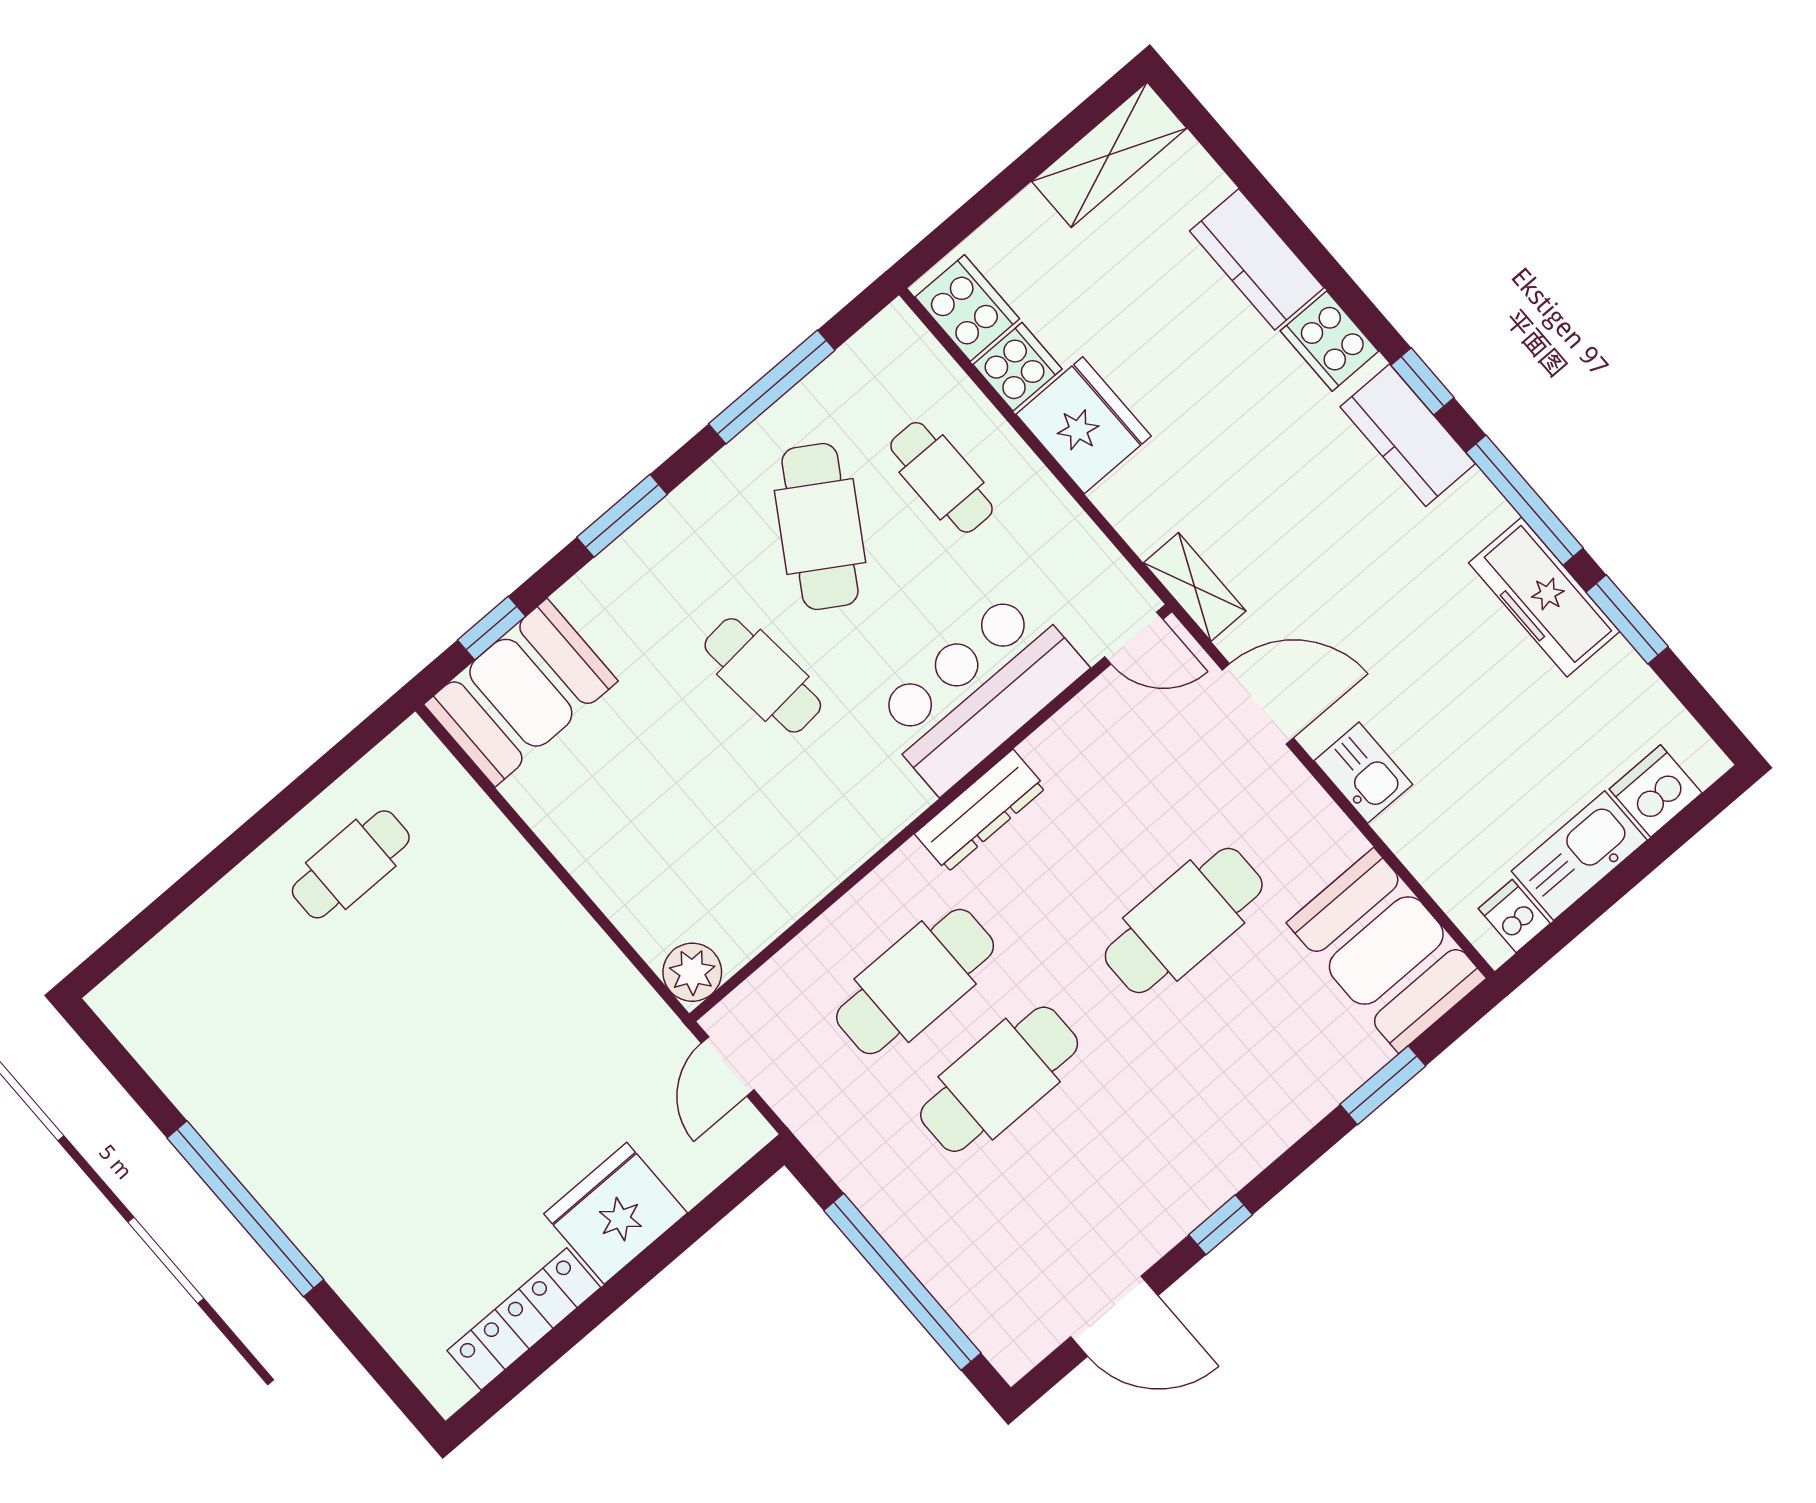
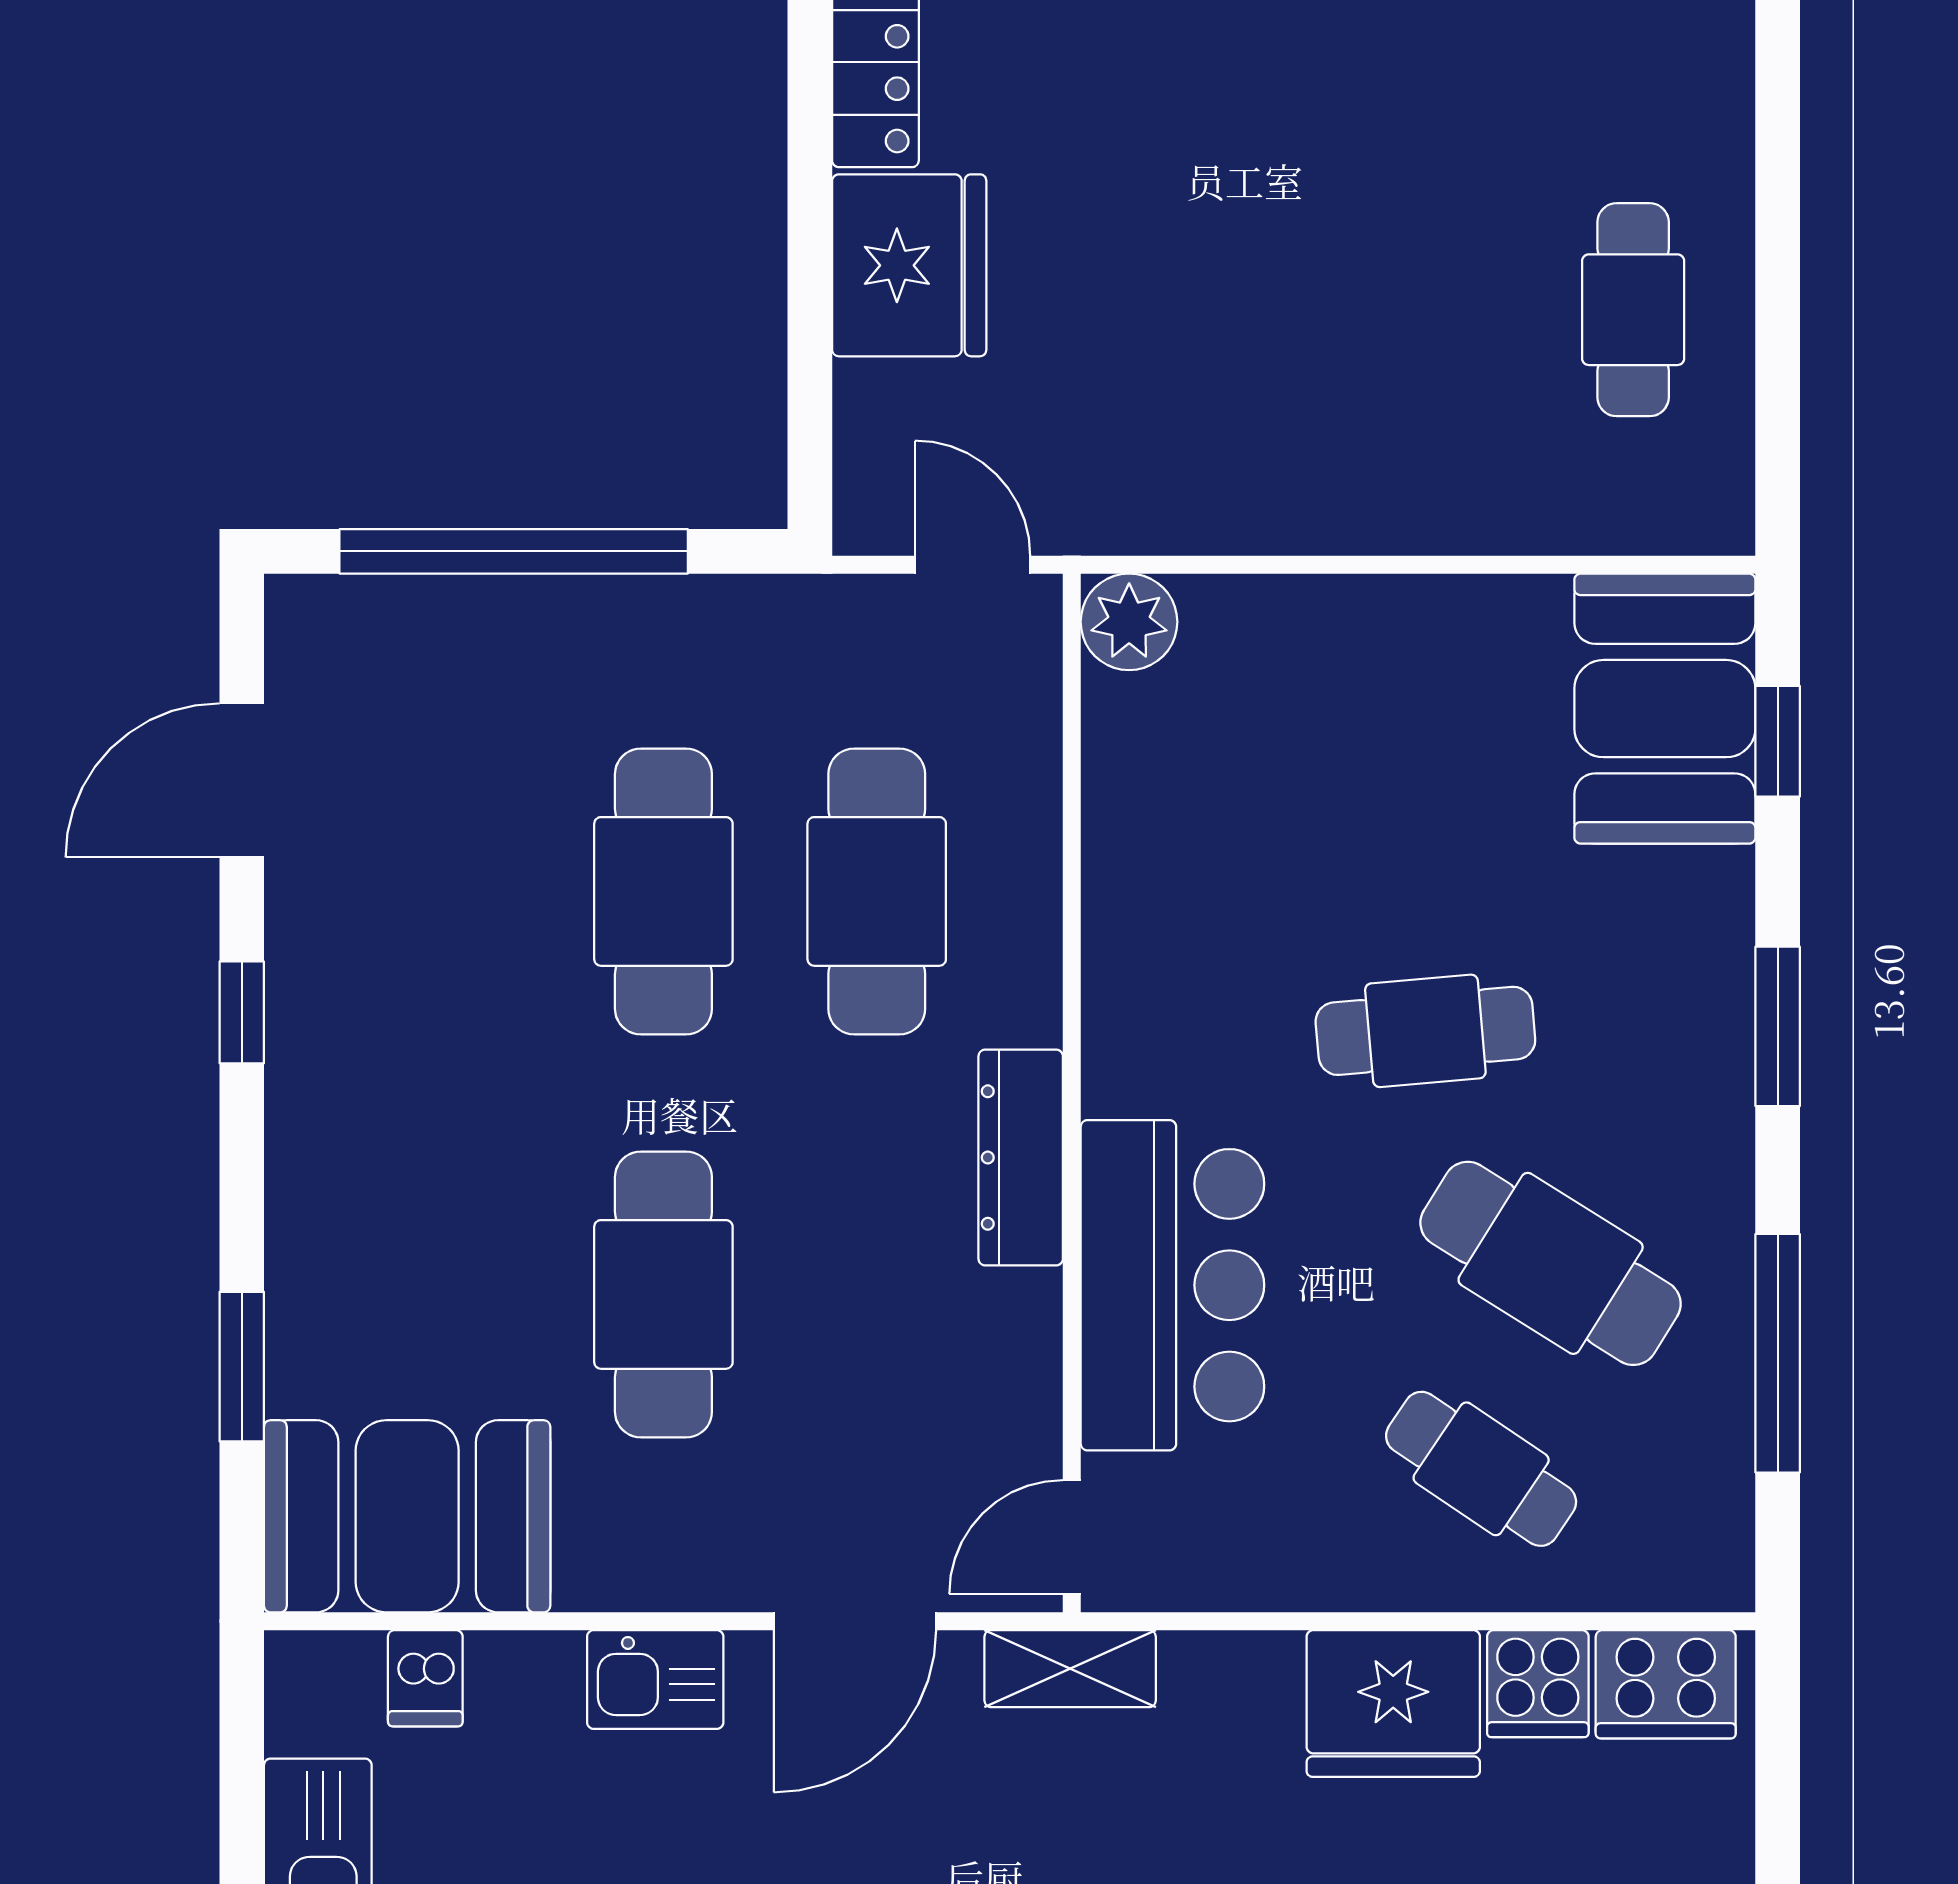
cafe table: (941, 477) -> (1481, 1469), turned 34
dishwasher: (1514, 916) -> (425, 1678), moved, turned 90

